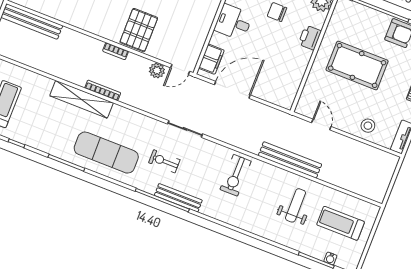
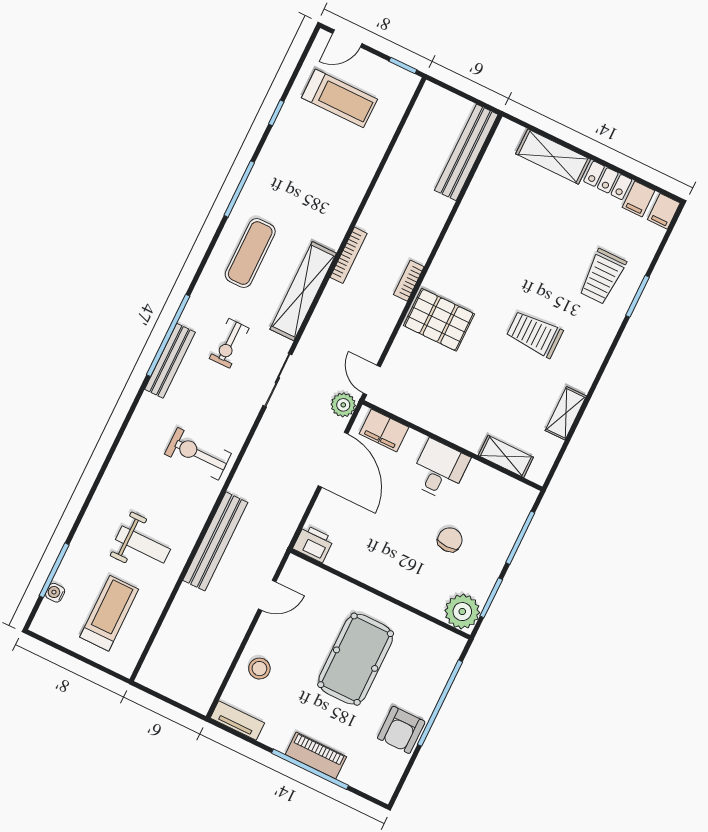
printer: (310, 38) -> (313, 544), moved
plant: (157, 70) -> (343, 405), moved
shelving: (81, 99) -> (303, 291), moved
exercise mat: (106, 153) -> (250, 253), width x0.73, depth x0.69
exercise bike: (164, 161) -> (229, 343), turned 180

